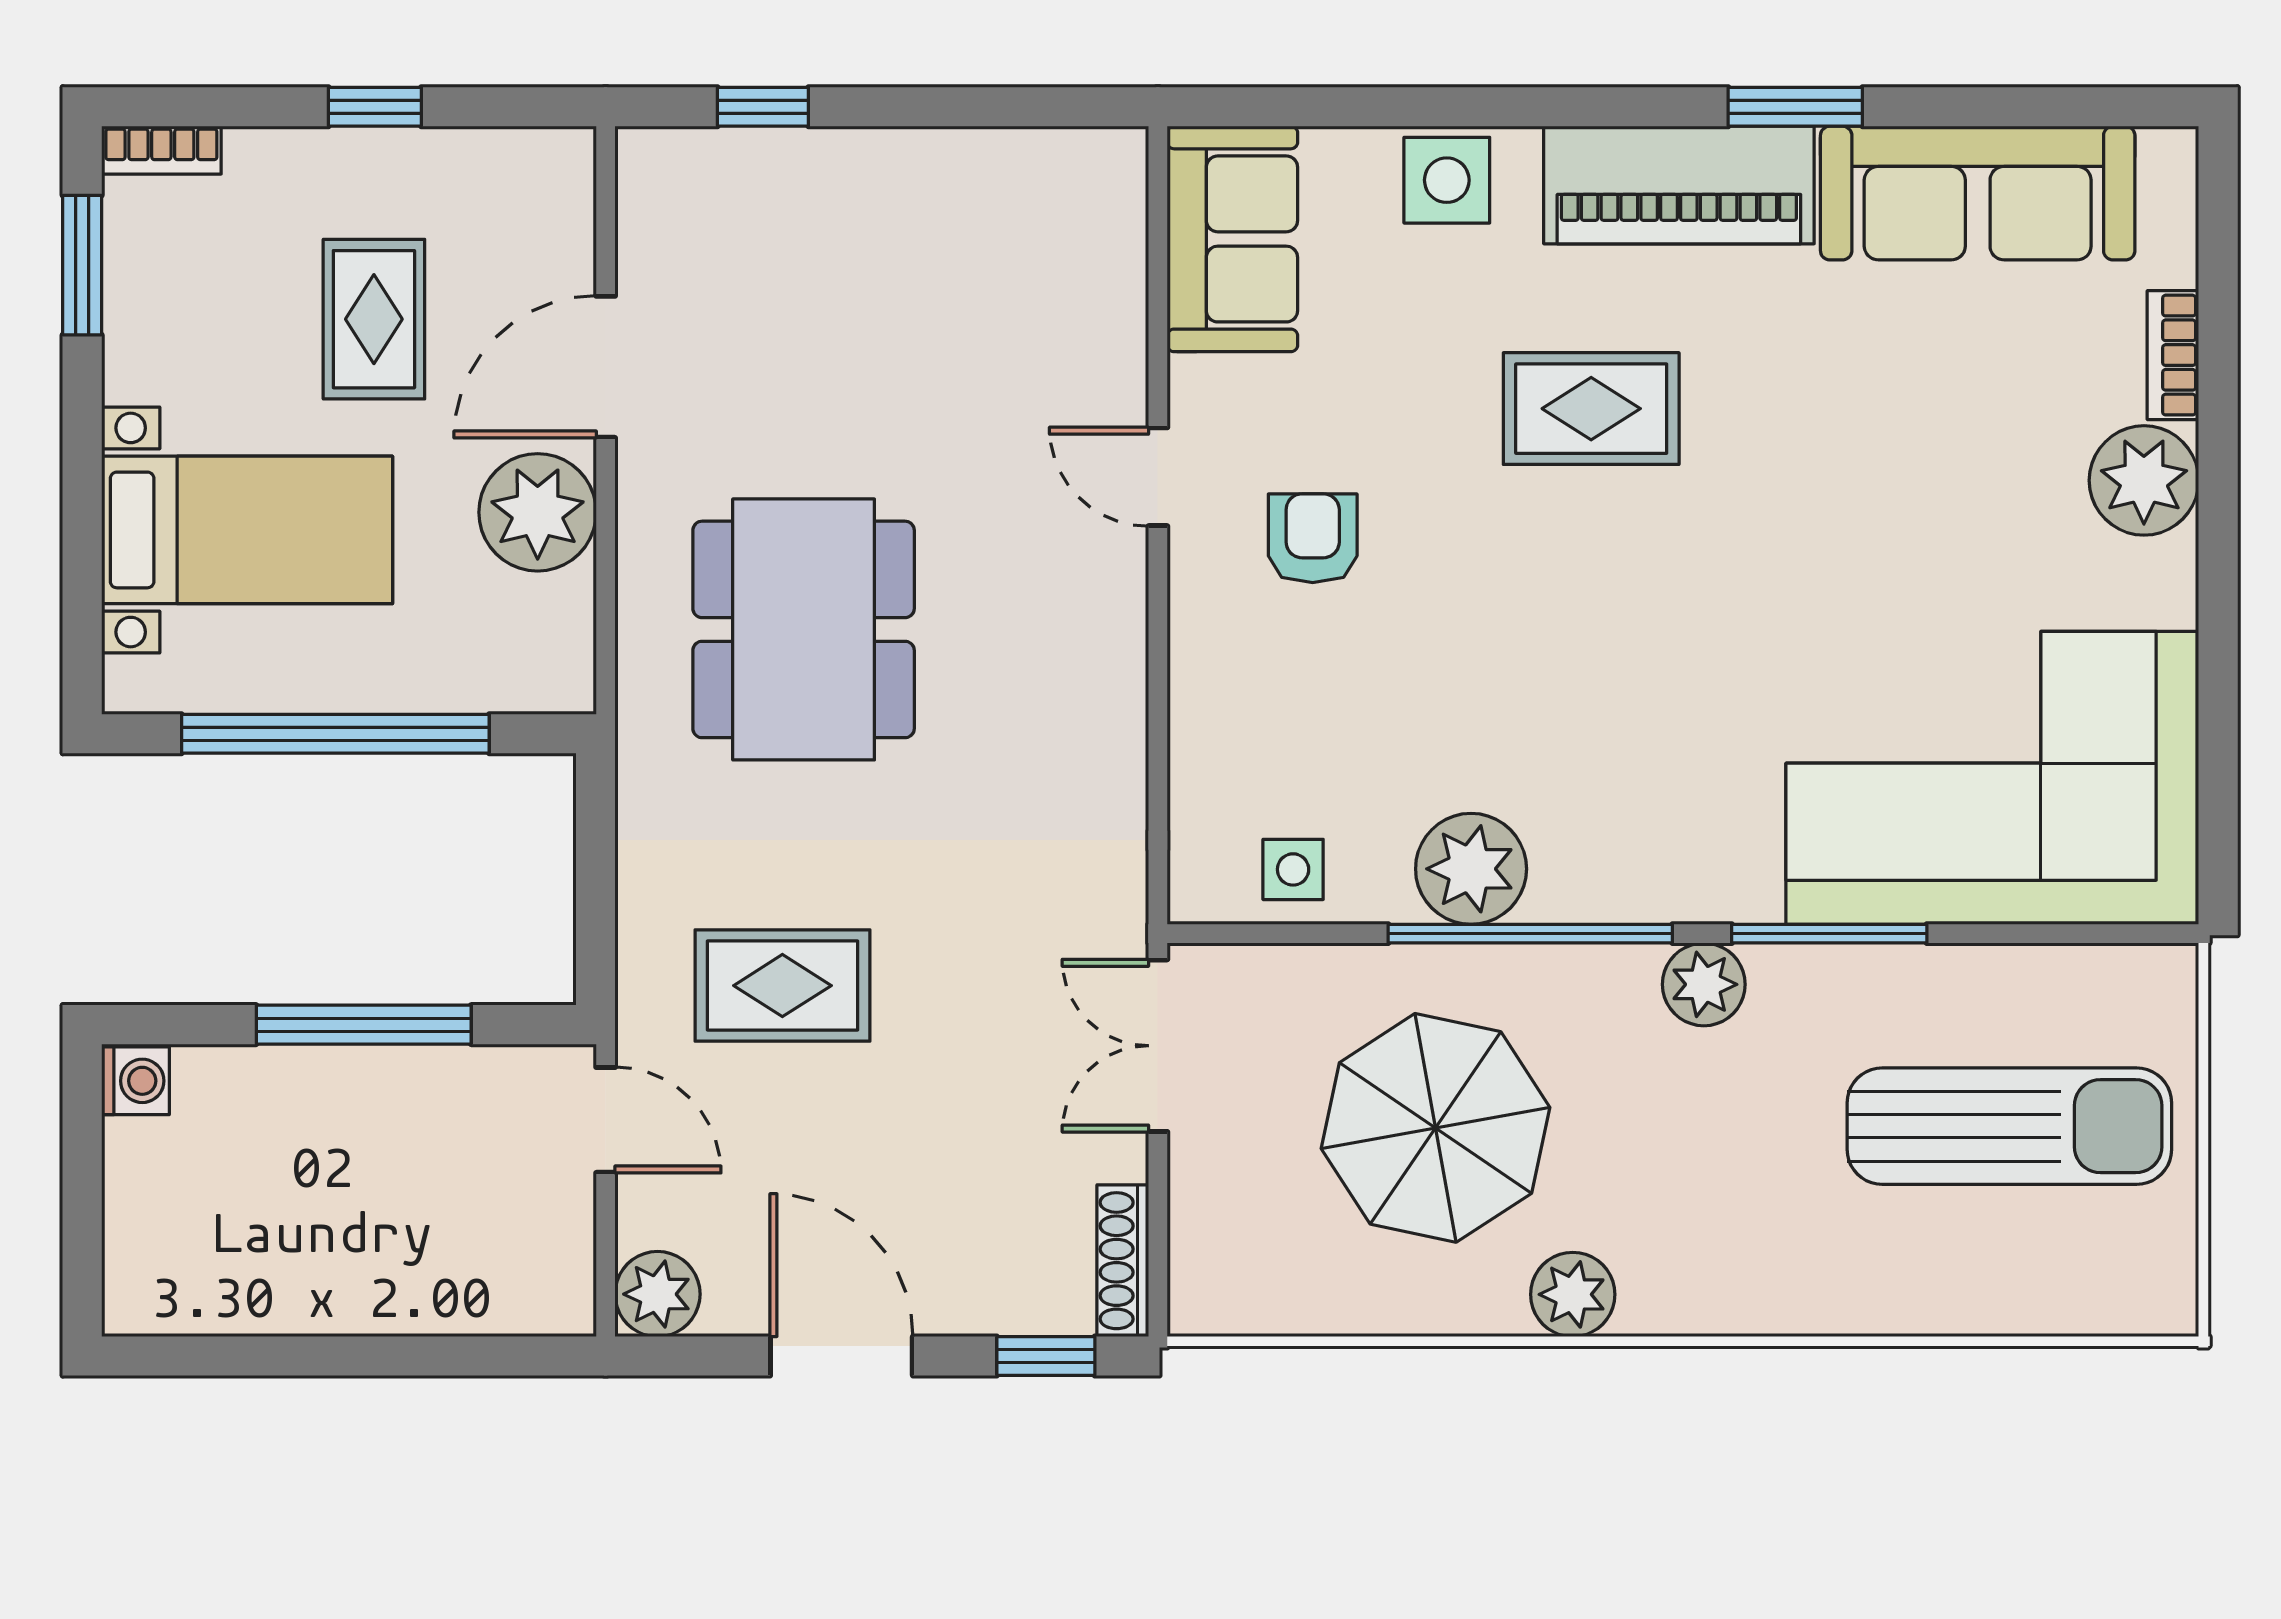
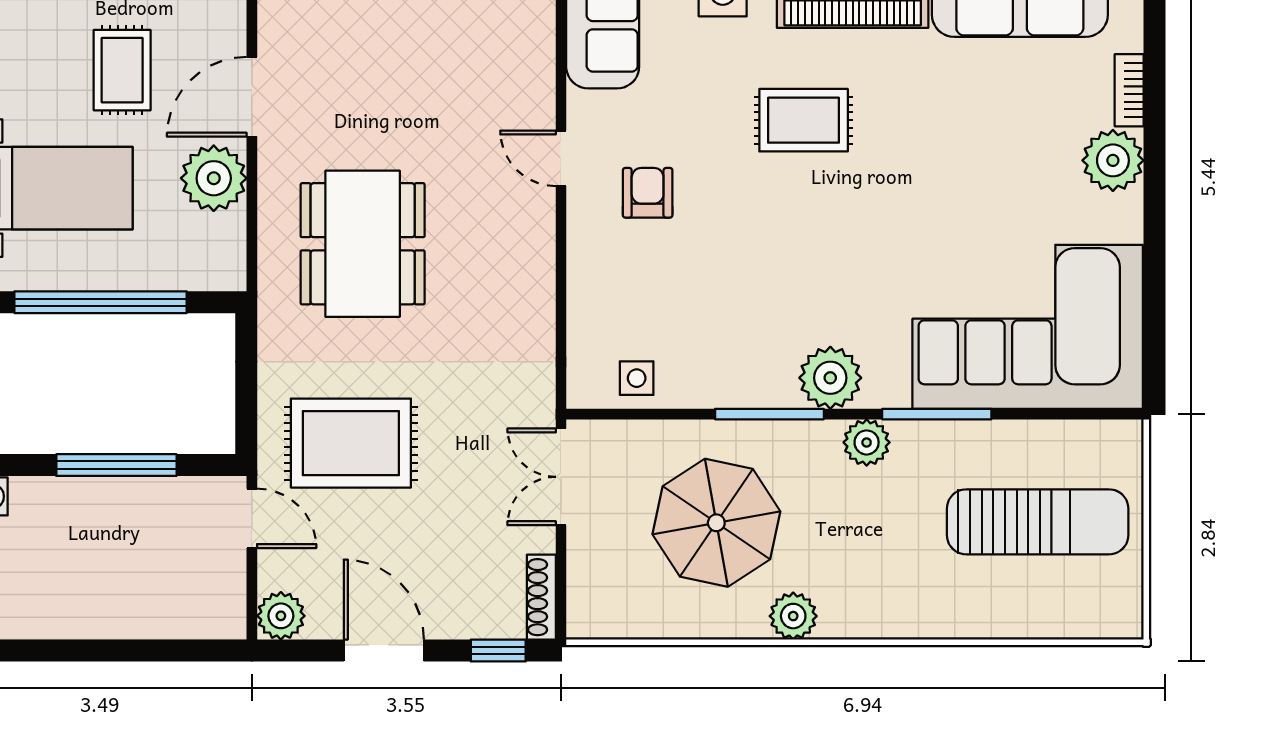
plant: (1471, 869) -> (830, 378), moved
window: (1530, 934) -> (769, 414), width x0.68
rug: (782, 986) -> (351, 443), width x1.36, depth x1.43

